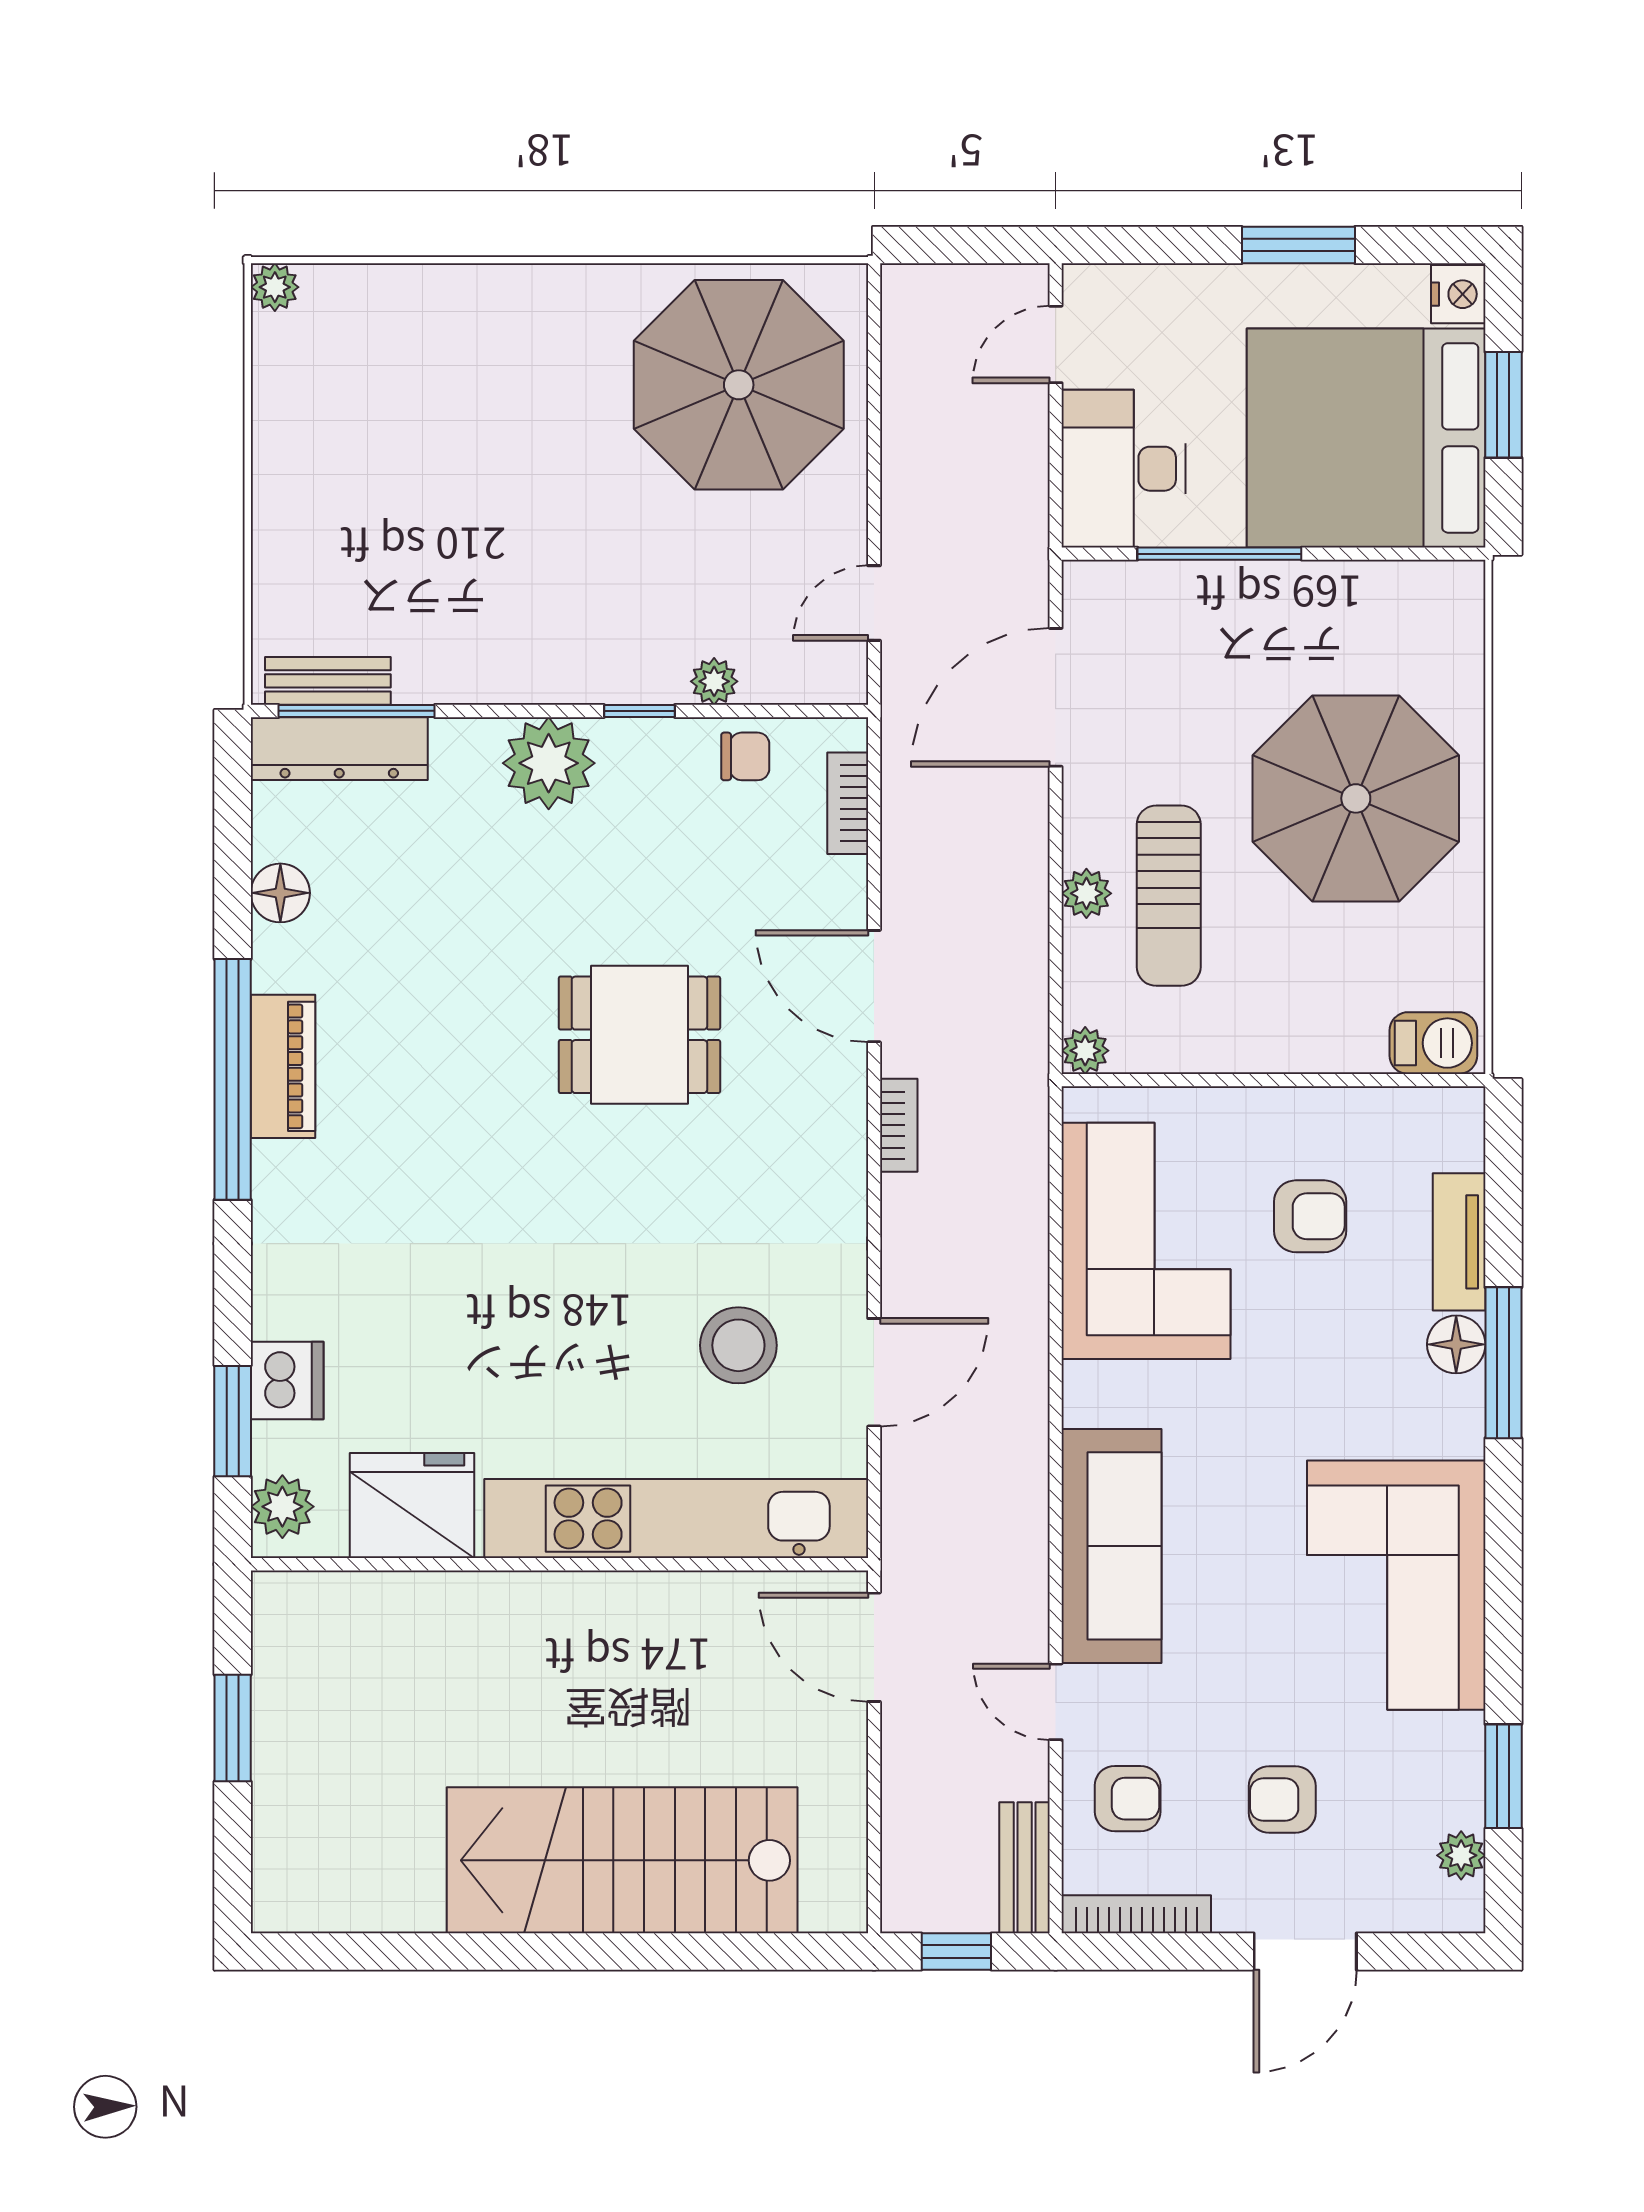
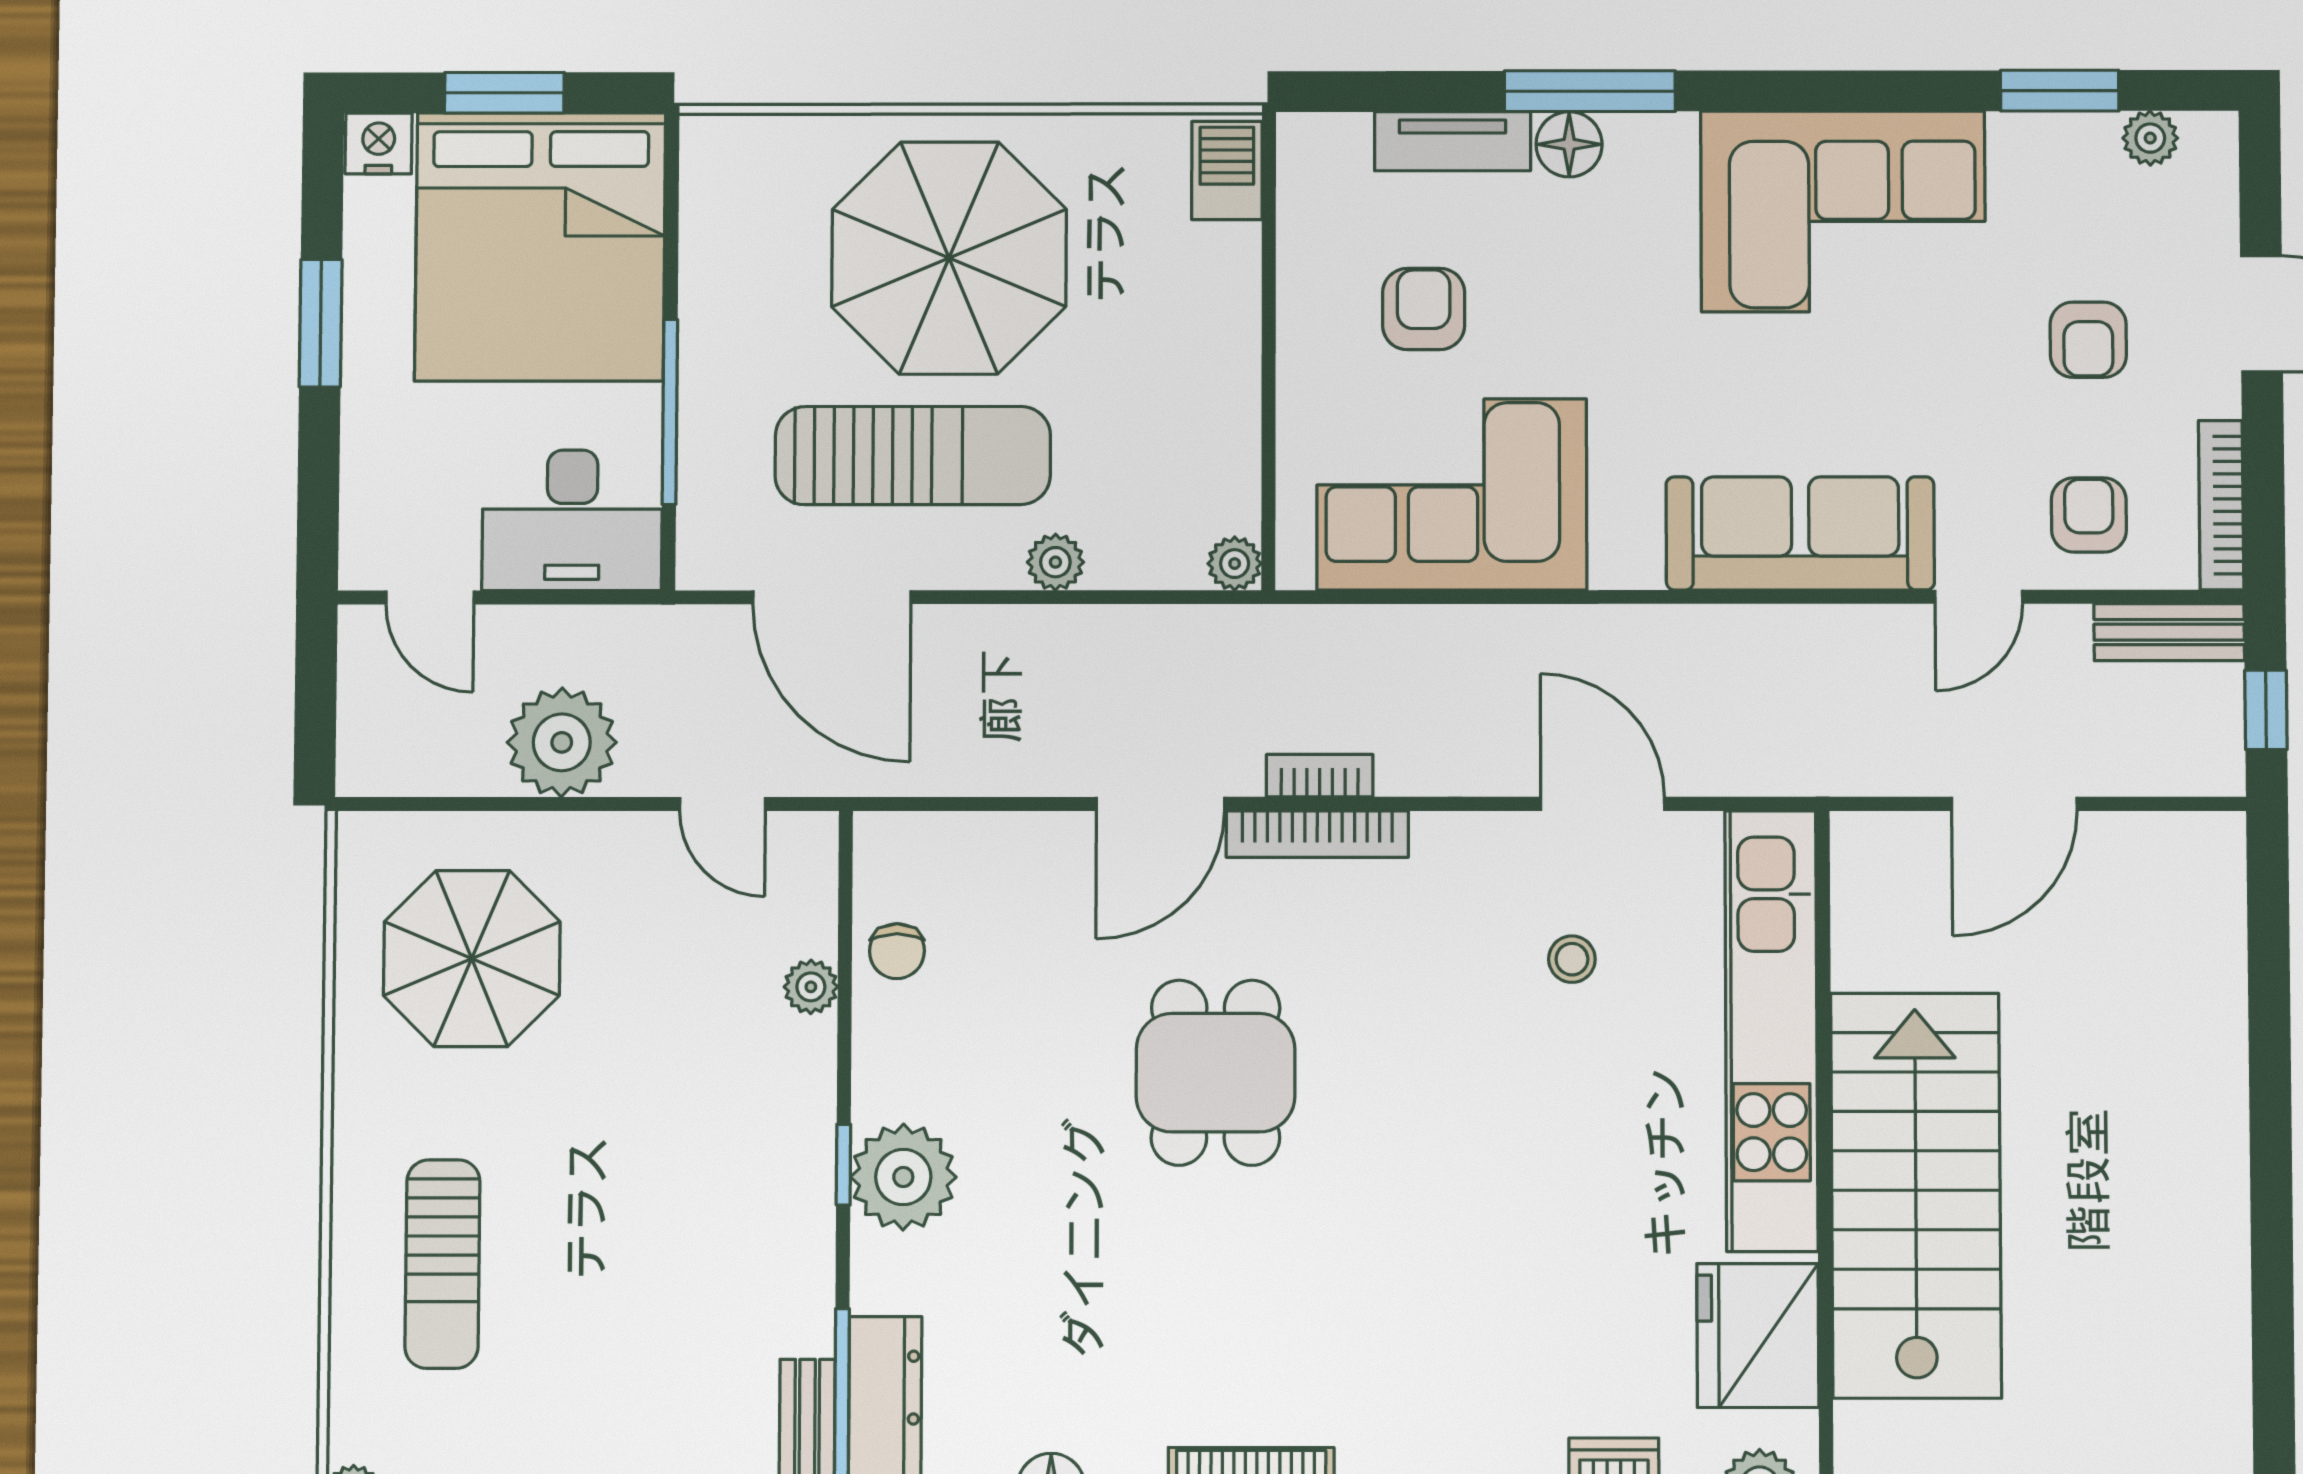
sun lounger: (473, 362) -> (442, 1264), added
parasol: (739, 385) -> (472, 959), width x0.73, depth x0.73
plant: (928, 462) -> (562, 742), added
window: (639, 711) -> (843, 1165), moved
chair: (745, 756) -> (897, 951), turned 180
bookcase: (848, 803) -> (1317, 834), moved, width x1.56
sun lounger: (1169, 896) -> (913, 456), moved, width x1.36, depth x1.34
stool: (738, 1345) -> (1572, 959), width x0.53, depth x0.53
door: (874, 1647) -> (2014, 804), moved
stairs: (622, 1860) -> (1916, 1195), moved, turned 180

